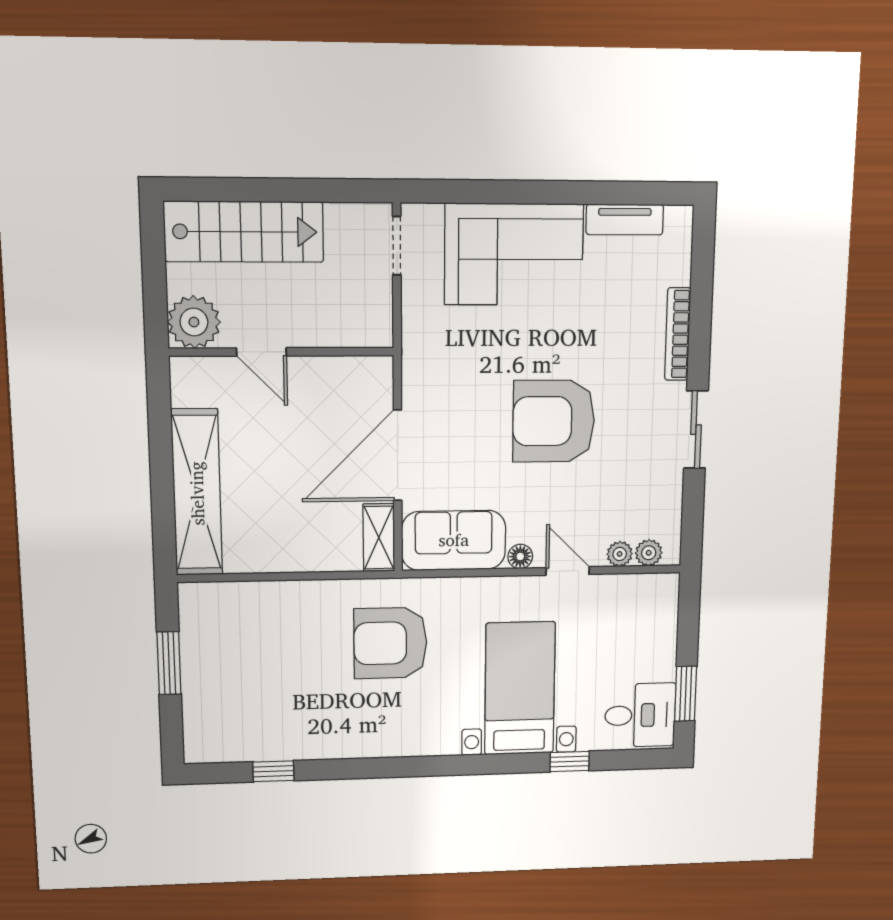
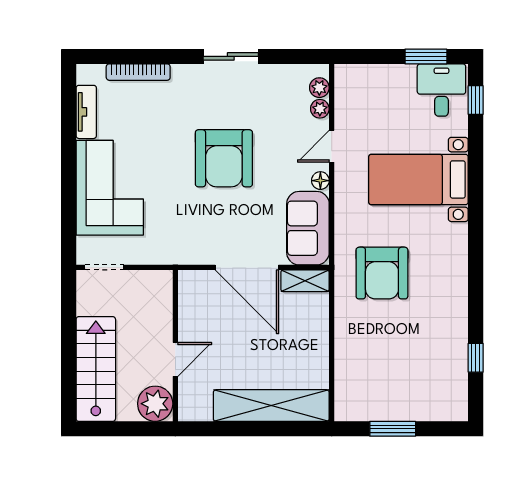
bookcase: (678, 334) -> (138, 72), moved
window: (570, 761) -> (476, 100), moved

